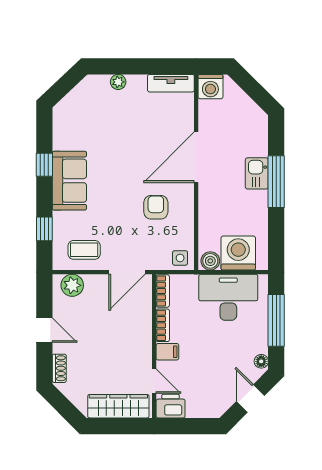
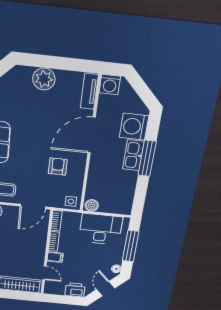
plant: (118, 82) -> (44, 79), width x1.88, depth x1.88
tv unit: (171, 83) -> (89, 91), moved, turned 90
kitchen sink: (257, 173) -> (133, 155), width x1.38
washing machine: (238, 253) -> (134, 127), moved, turned -90
printer: (171, 406) -> (75, 290), moved

